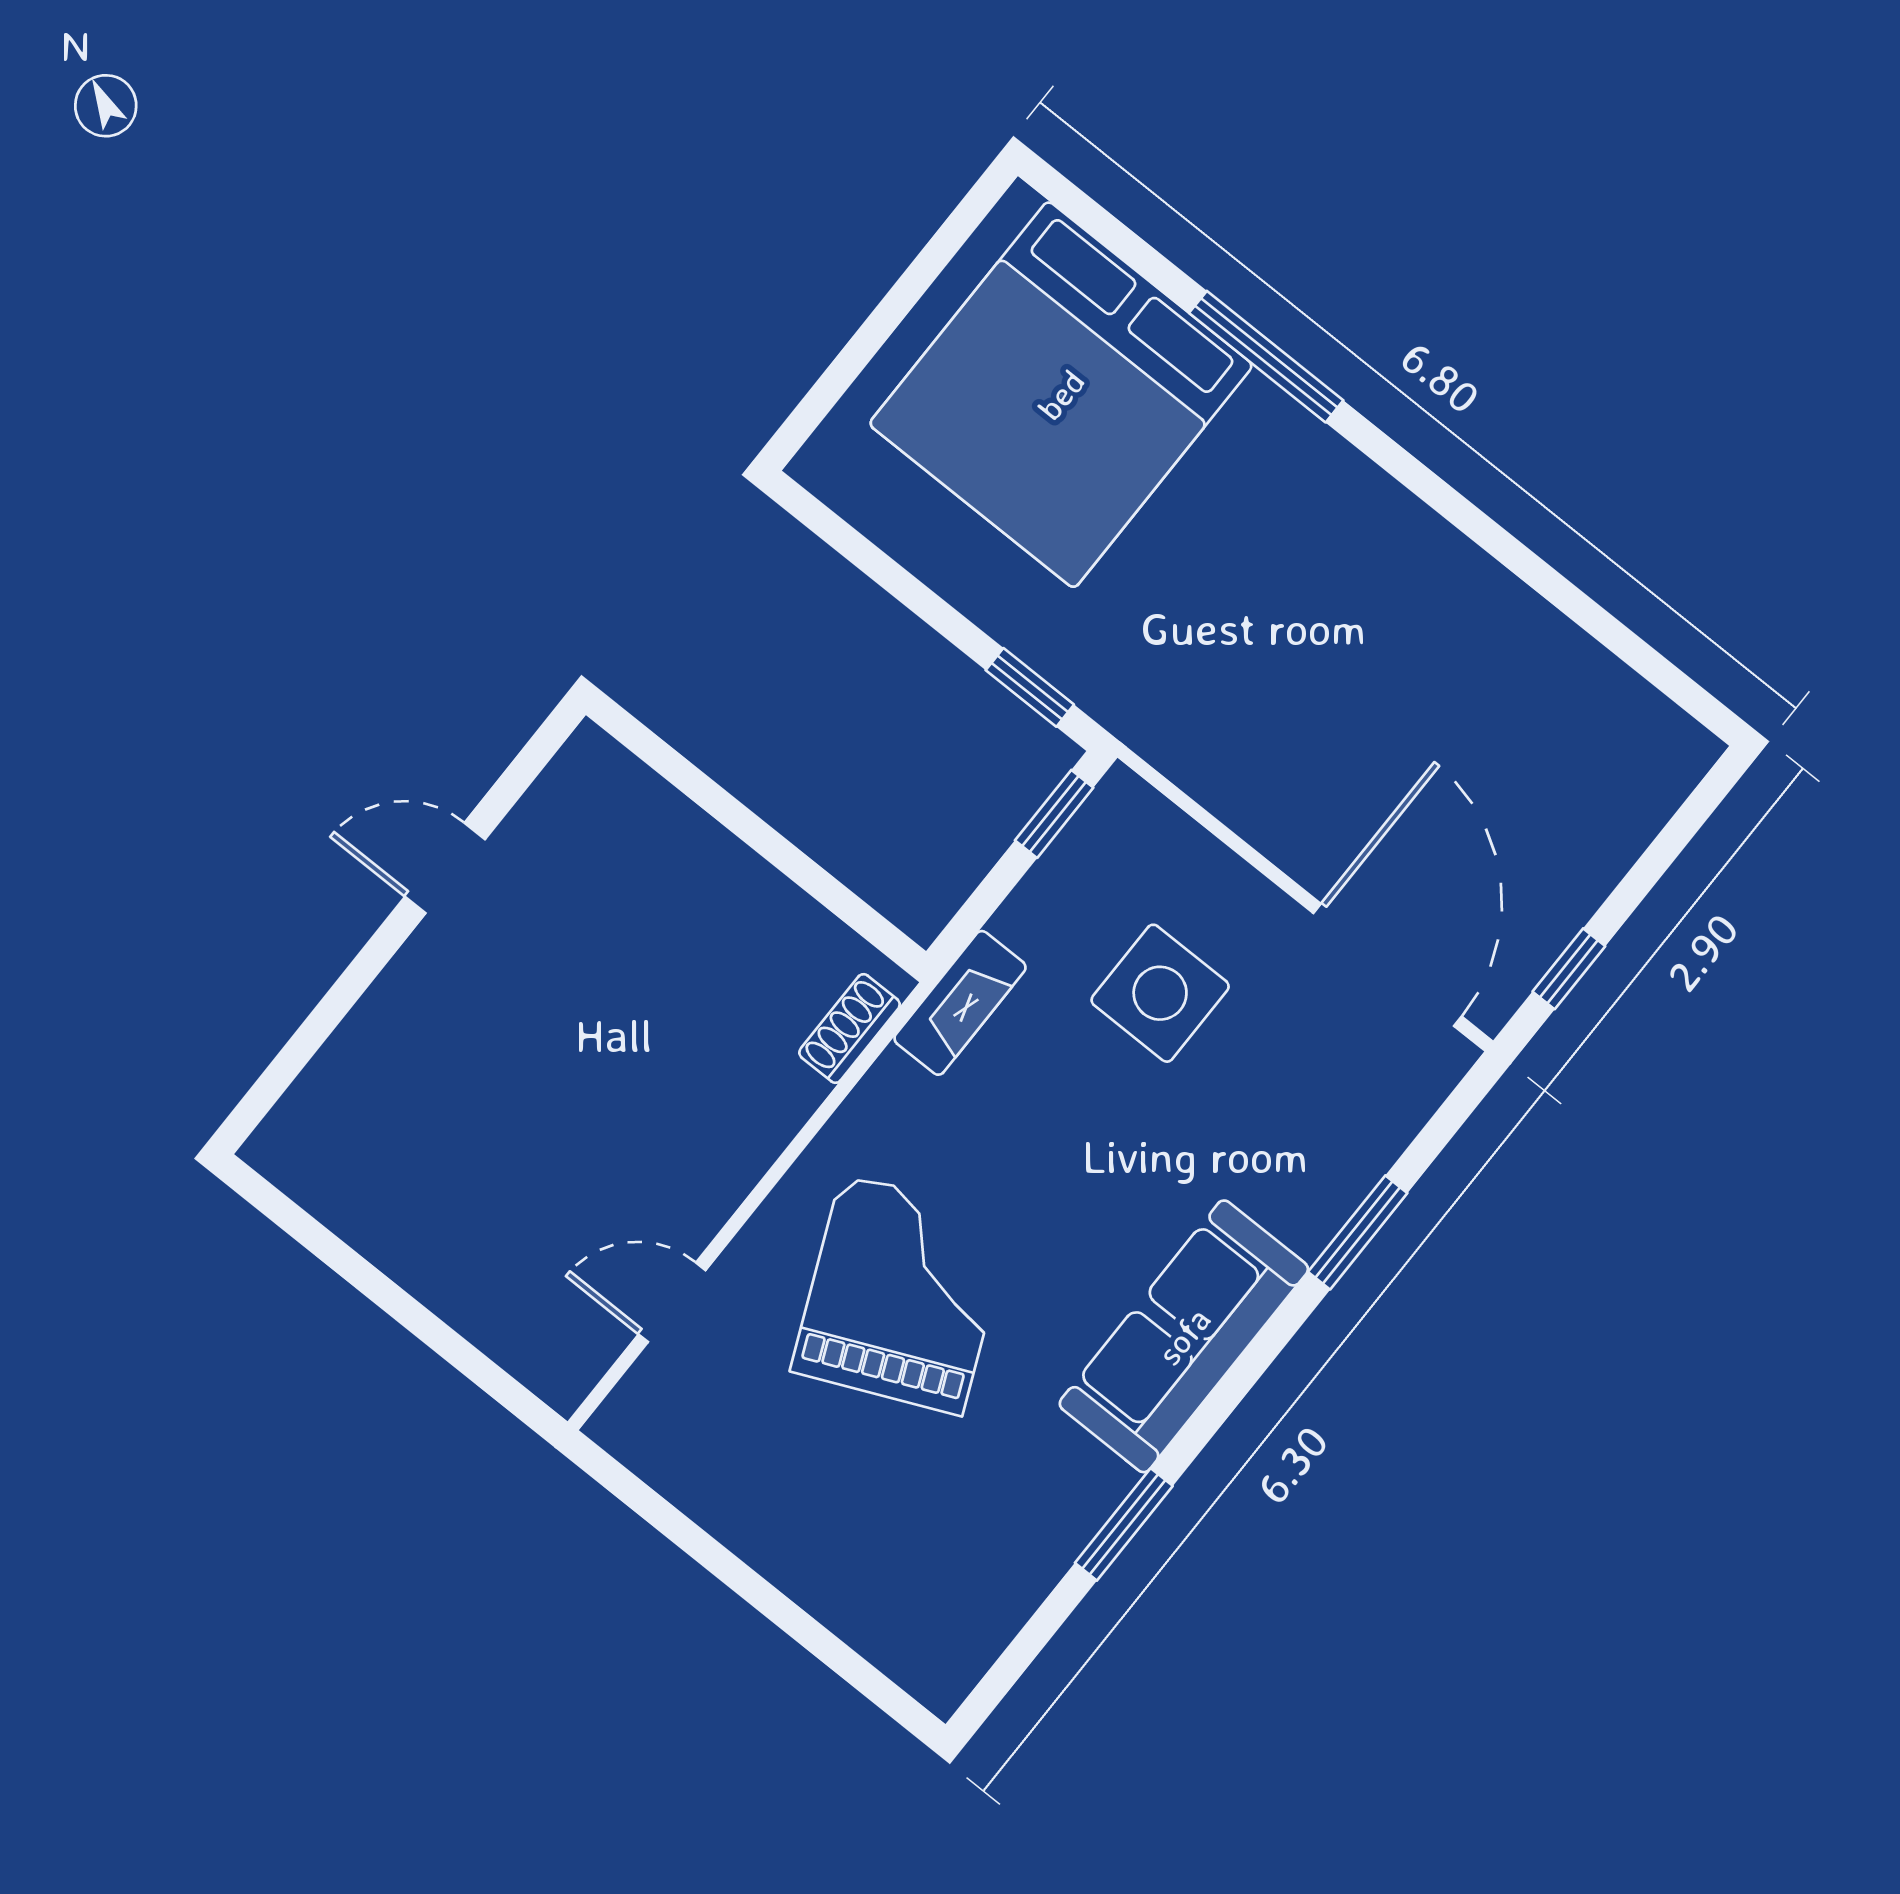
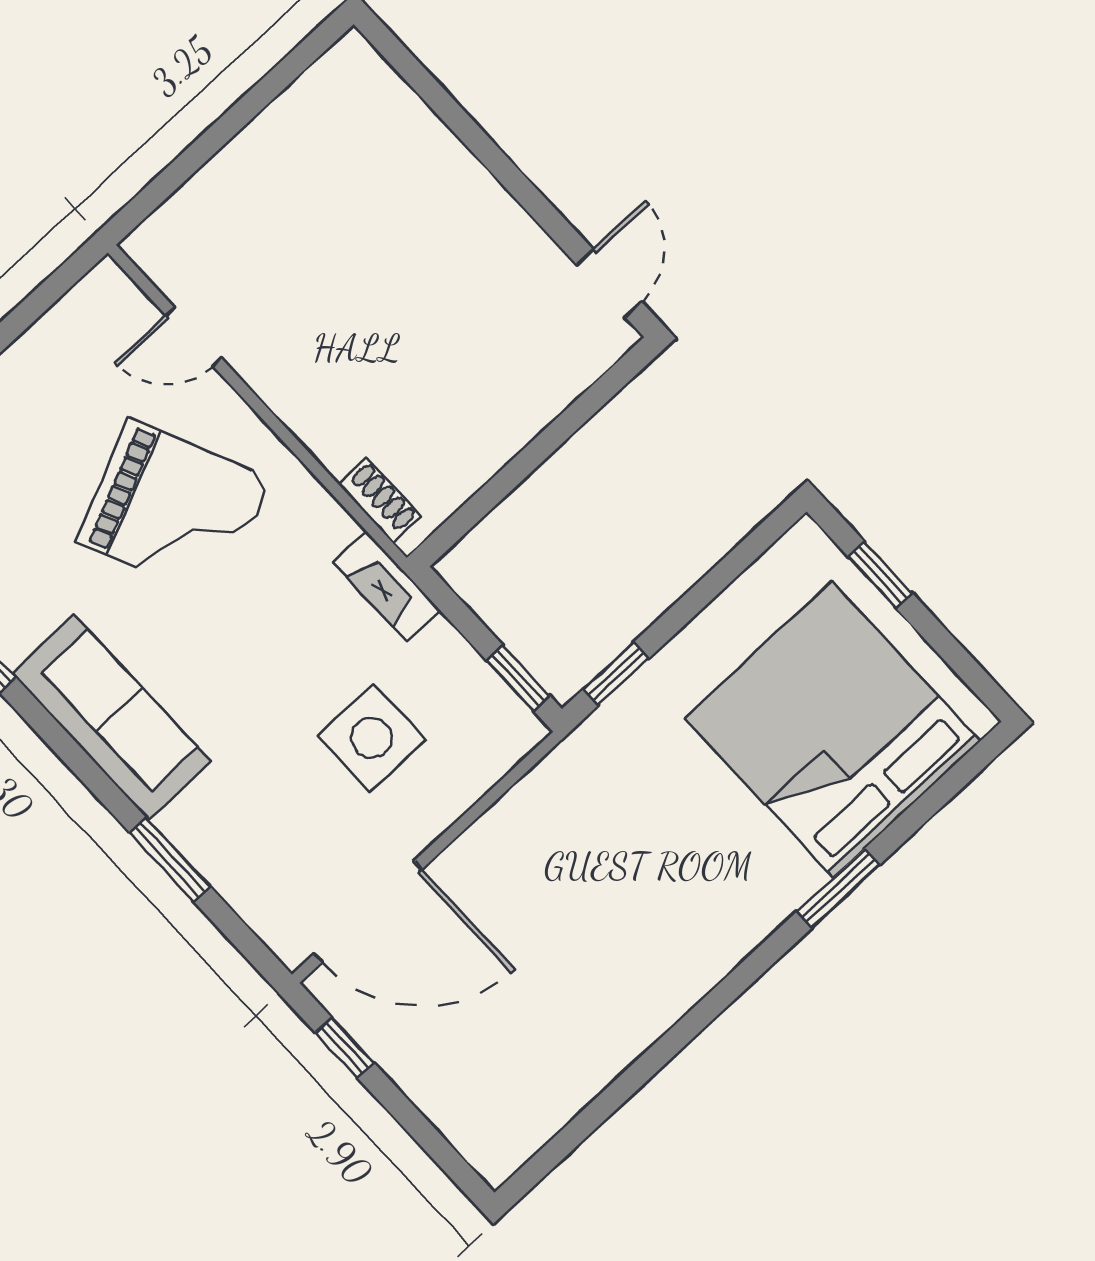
window: (1266, 357) -> (838, 888), width x0.69
window: (850, 362) -> (880, 575), added
door: (445, 868) -> (609, 283), moved
door: (672, 1302) -> (194, 337), swing flipped

